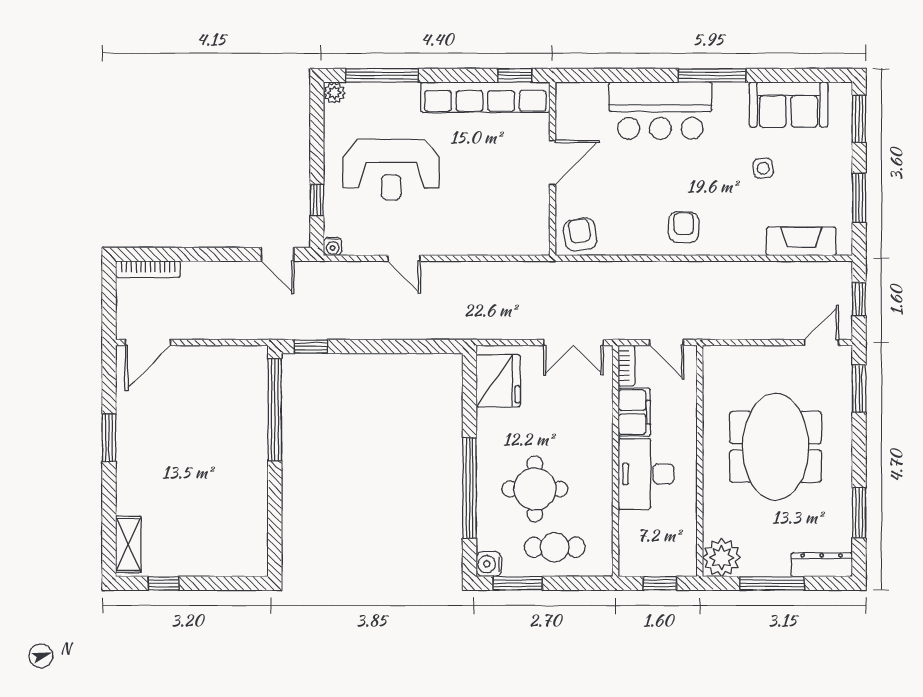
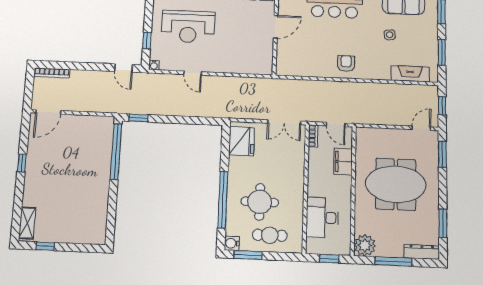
armchair: (580, 235) -> (289, 65), removed
filing cabinet: (634, 412) -> (343, 162), moved, turned 180
window: (109, 438) -> (22, 163), width x0.67
meeting table: (775, 447) -> (396, 184), turned 90
desk: (646, 474) -> (322, 218), moved

